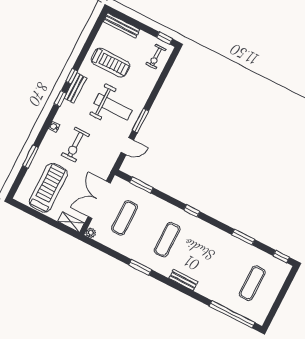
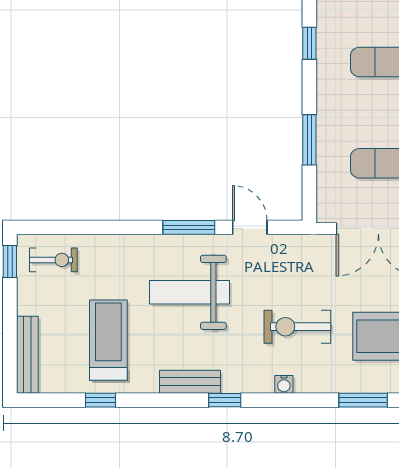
window: (72, 76) -> (100, 400), moved
weight bench: (113, 107) -> (189, 292), turned -90
exercise bike: (75, 145) -> (297, 327), turned 180
window: (141, 185) -> (309, 140), moved

